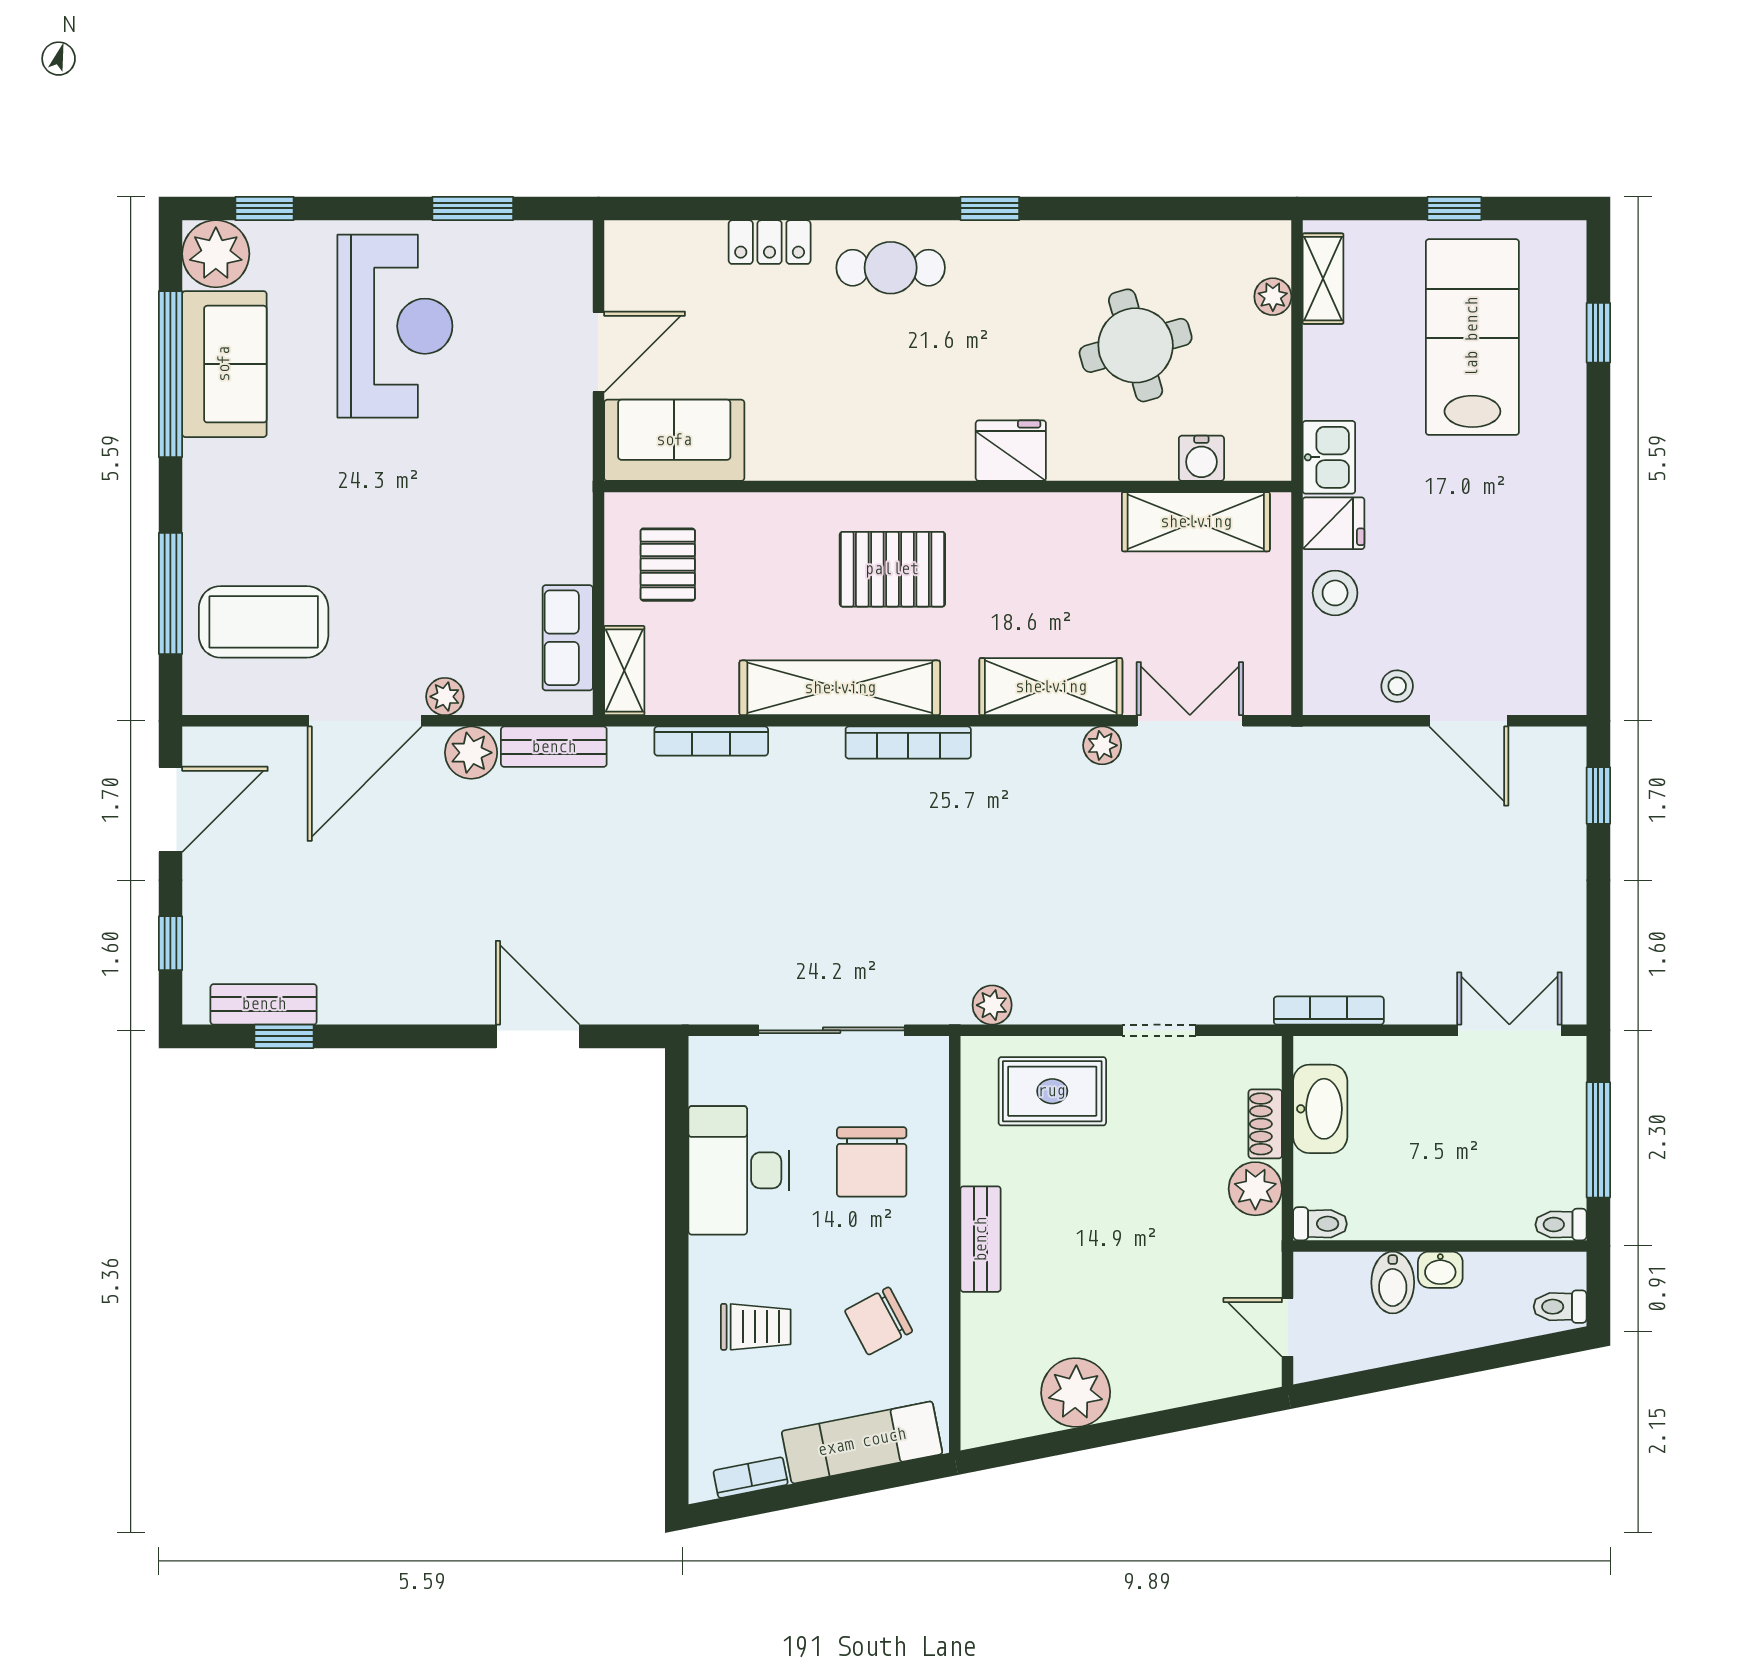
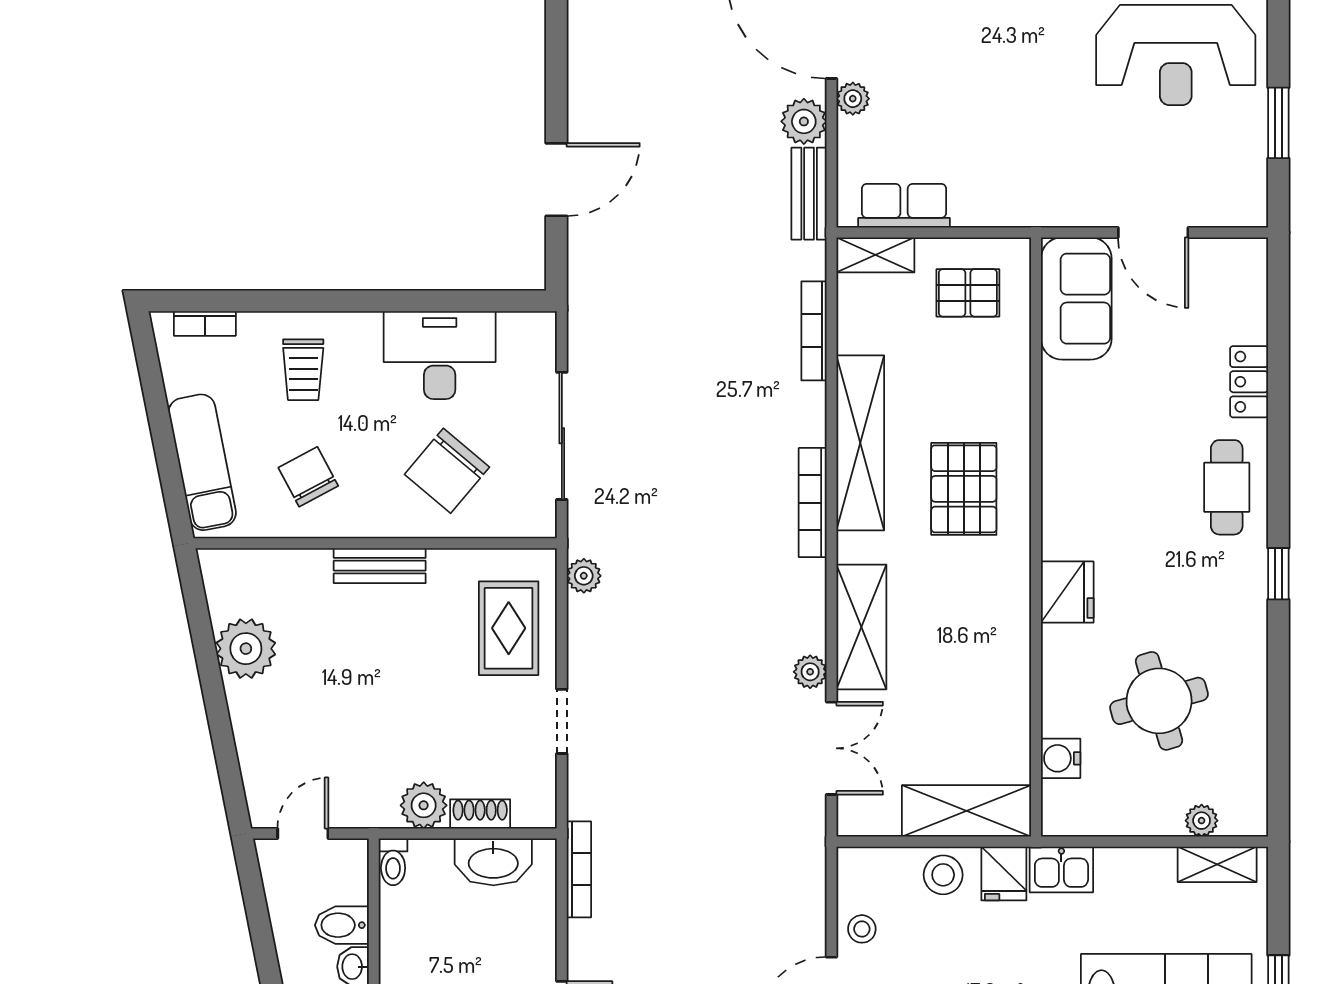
shelving: (1196, 522) -> (966, 811), moved, turned 90
chair: (872, 1162) -> (447, 471), turned -50
bookcase: (751, 1478) -> (205, 323), moved, turned 101

